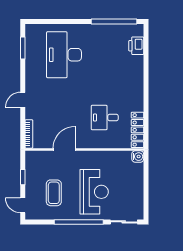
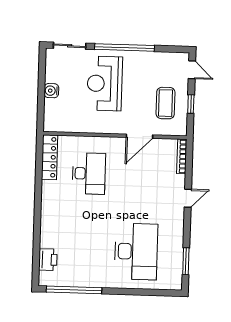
desk: (105, 118) -> (89, 174), width x1.37
water cooler: (138, 157) -> (51, 91), moved
coffee table: (54, 193) -> (166, 103), moved

